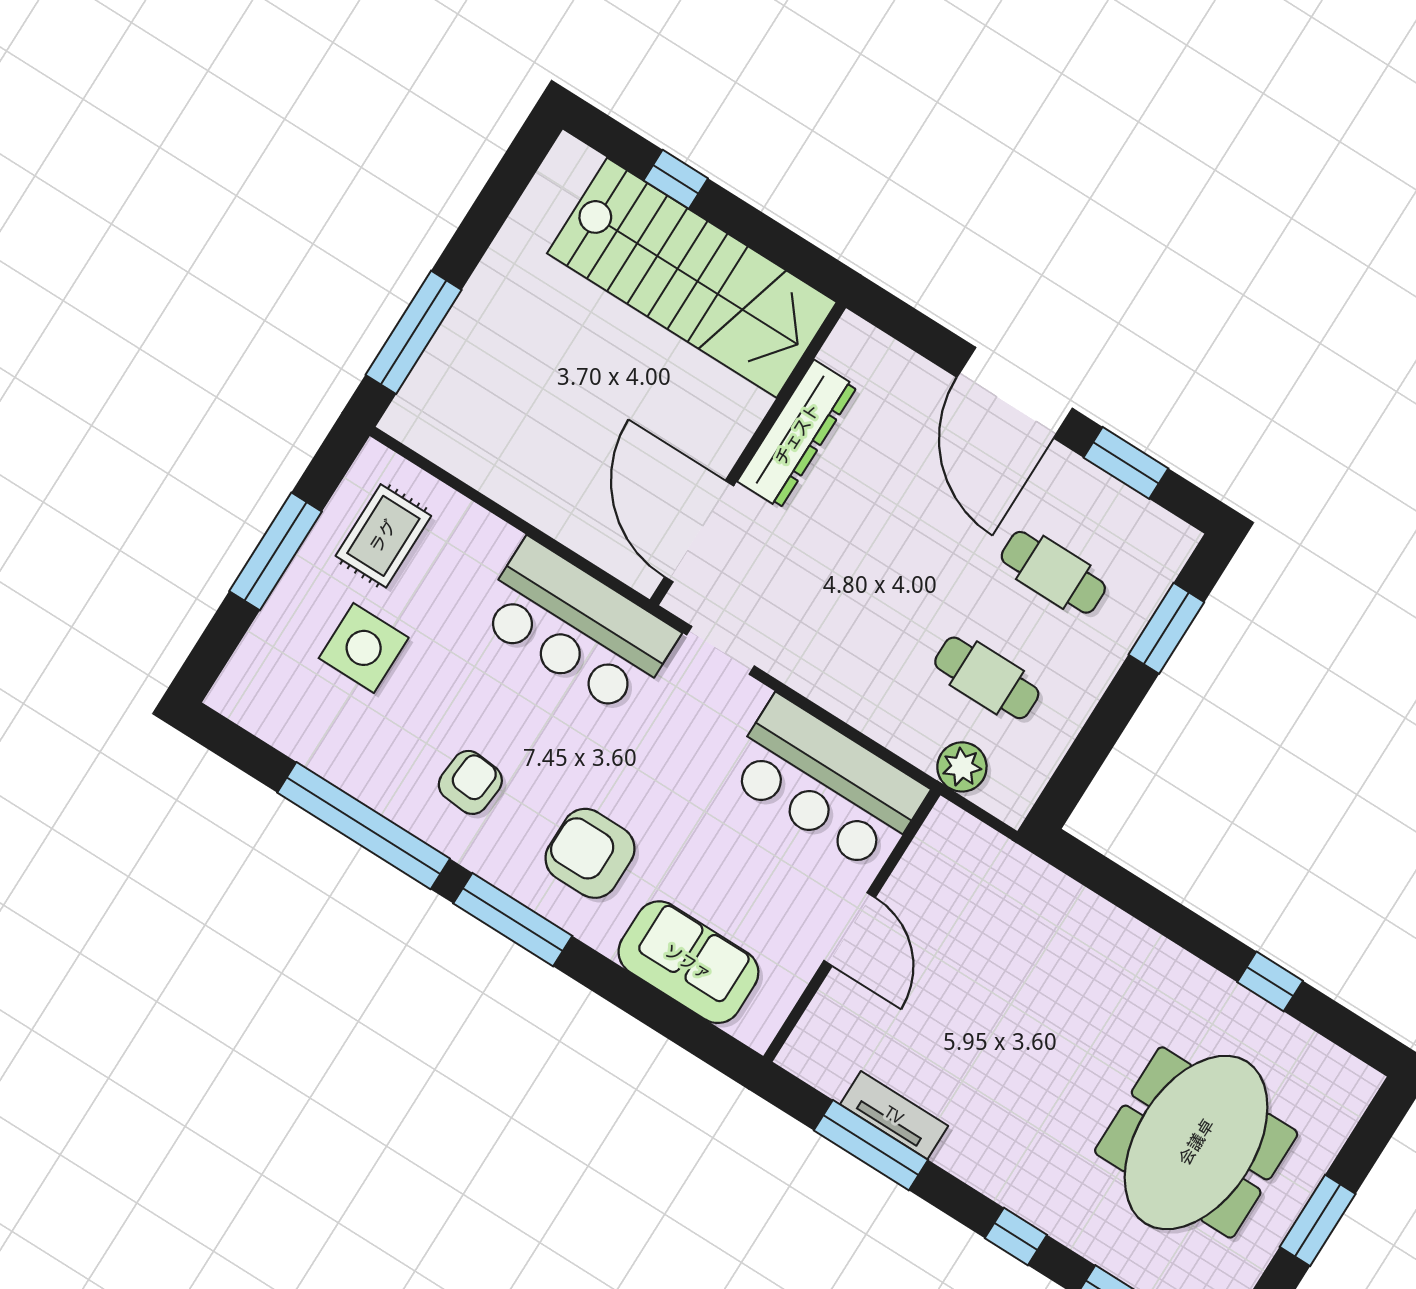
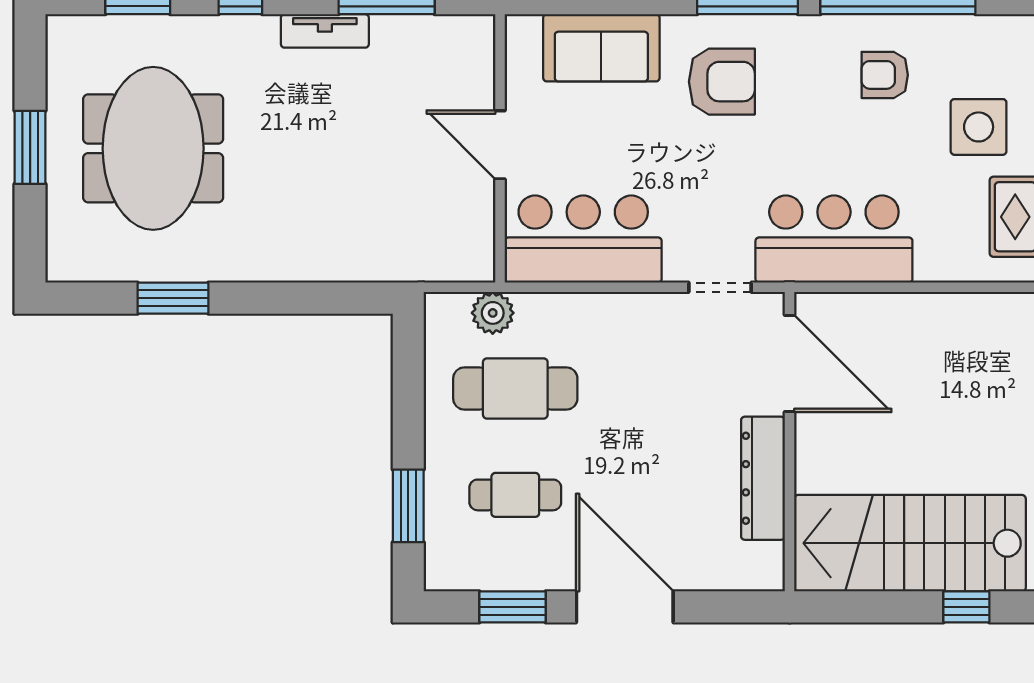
cafe table: (987, 678) -> (515, 388), width x1.37, depth x1.35
armchair: (470, 782) -> (885, 75), moved, turned 85
window: (1270, 981) -> (173, 298), width x1.50
tv unit: (894, 1115) -> (325, 31), moved

